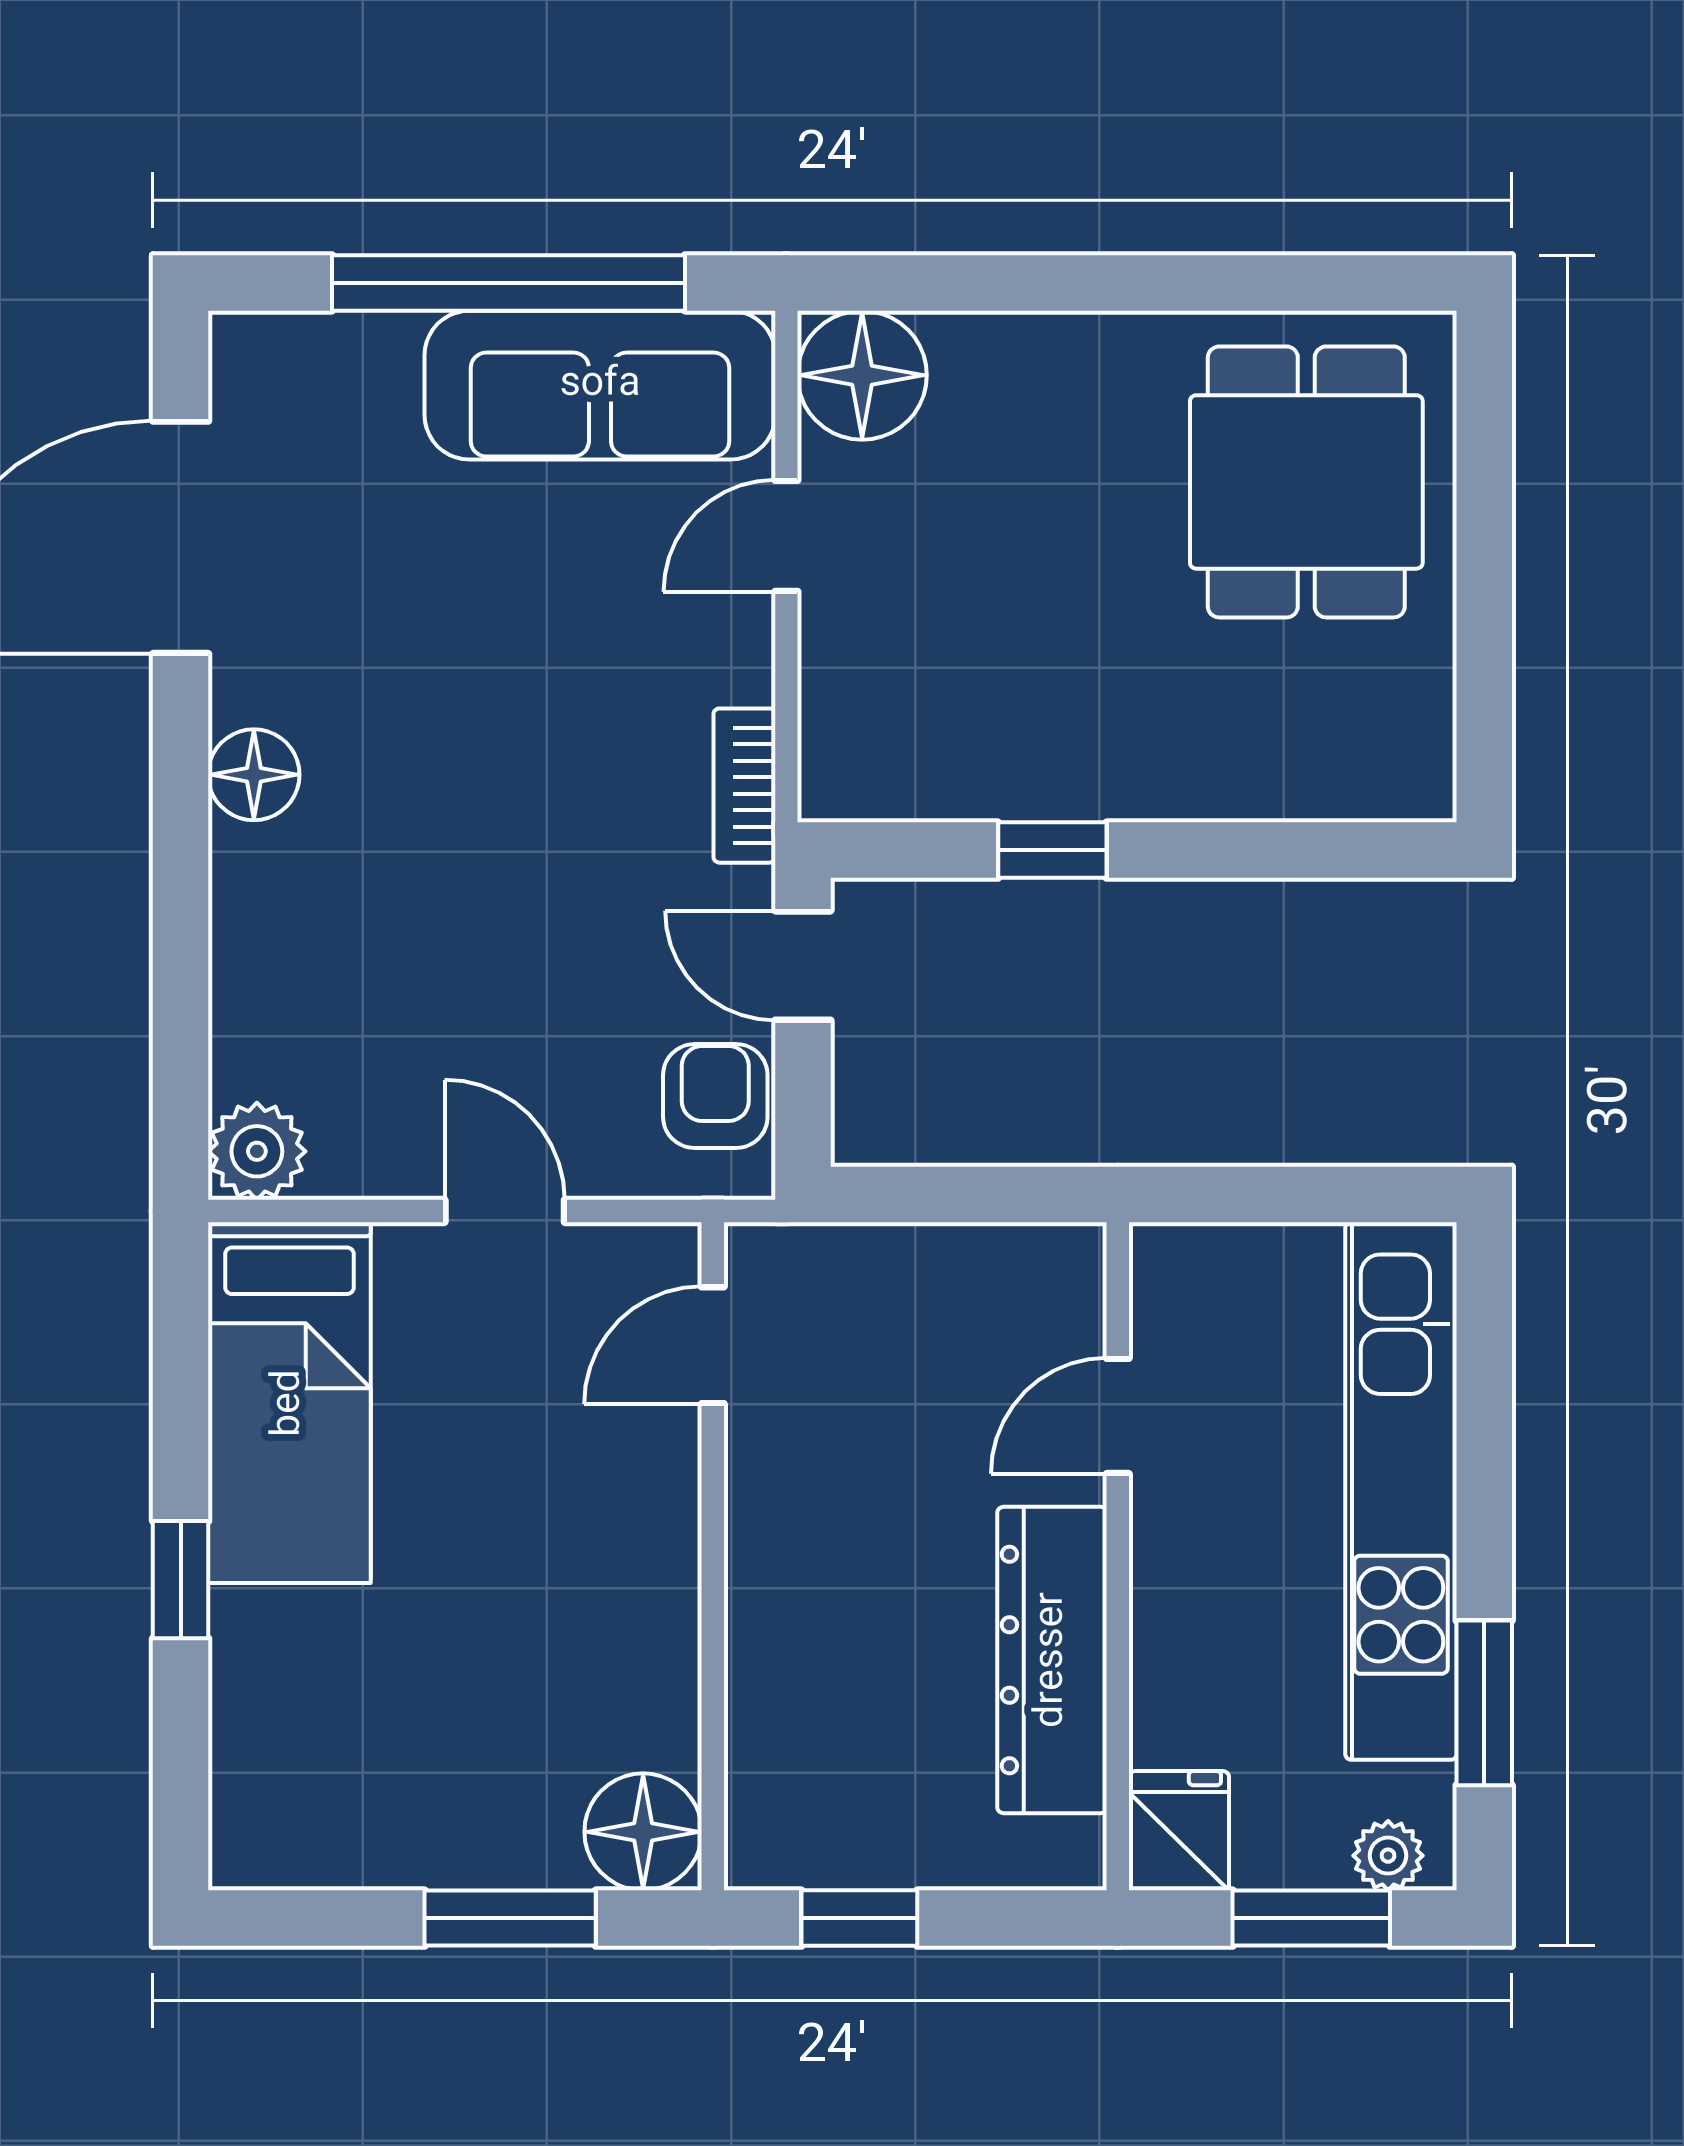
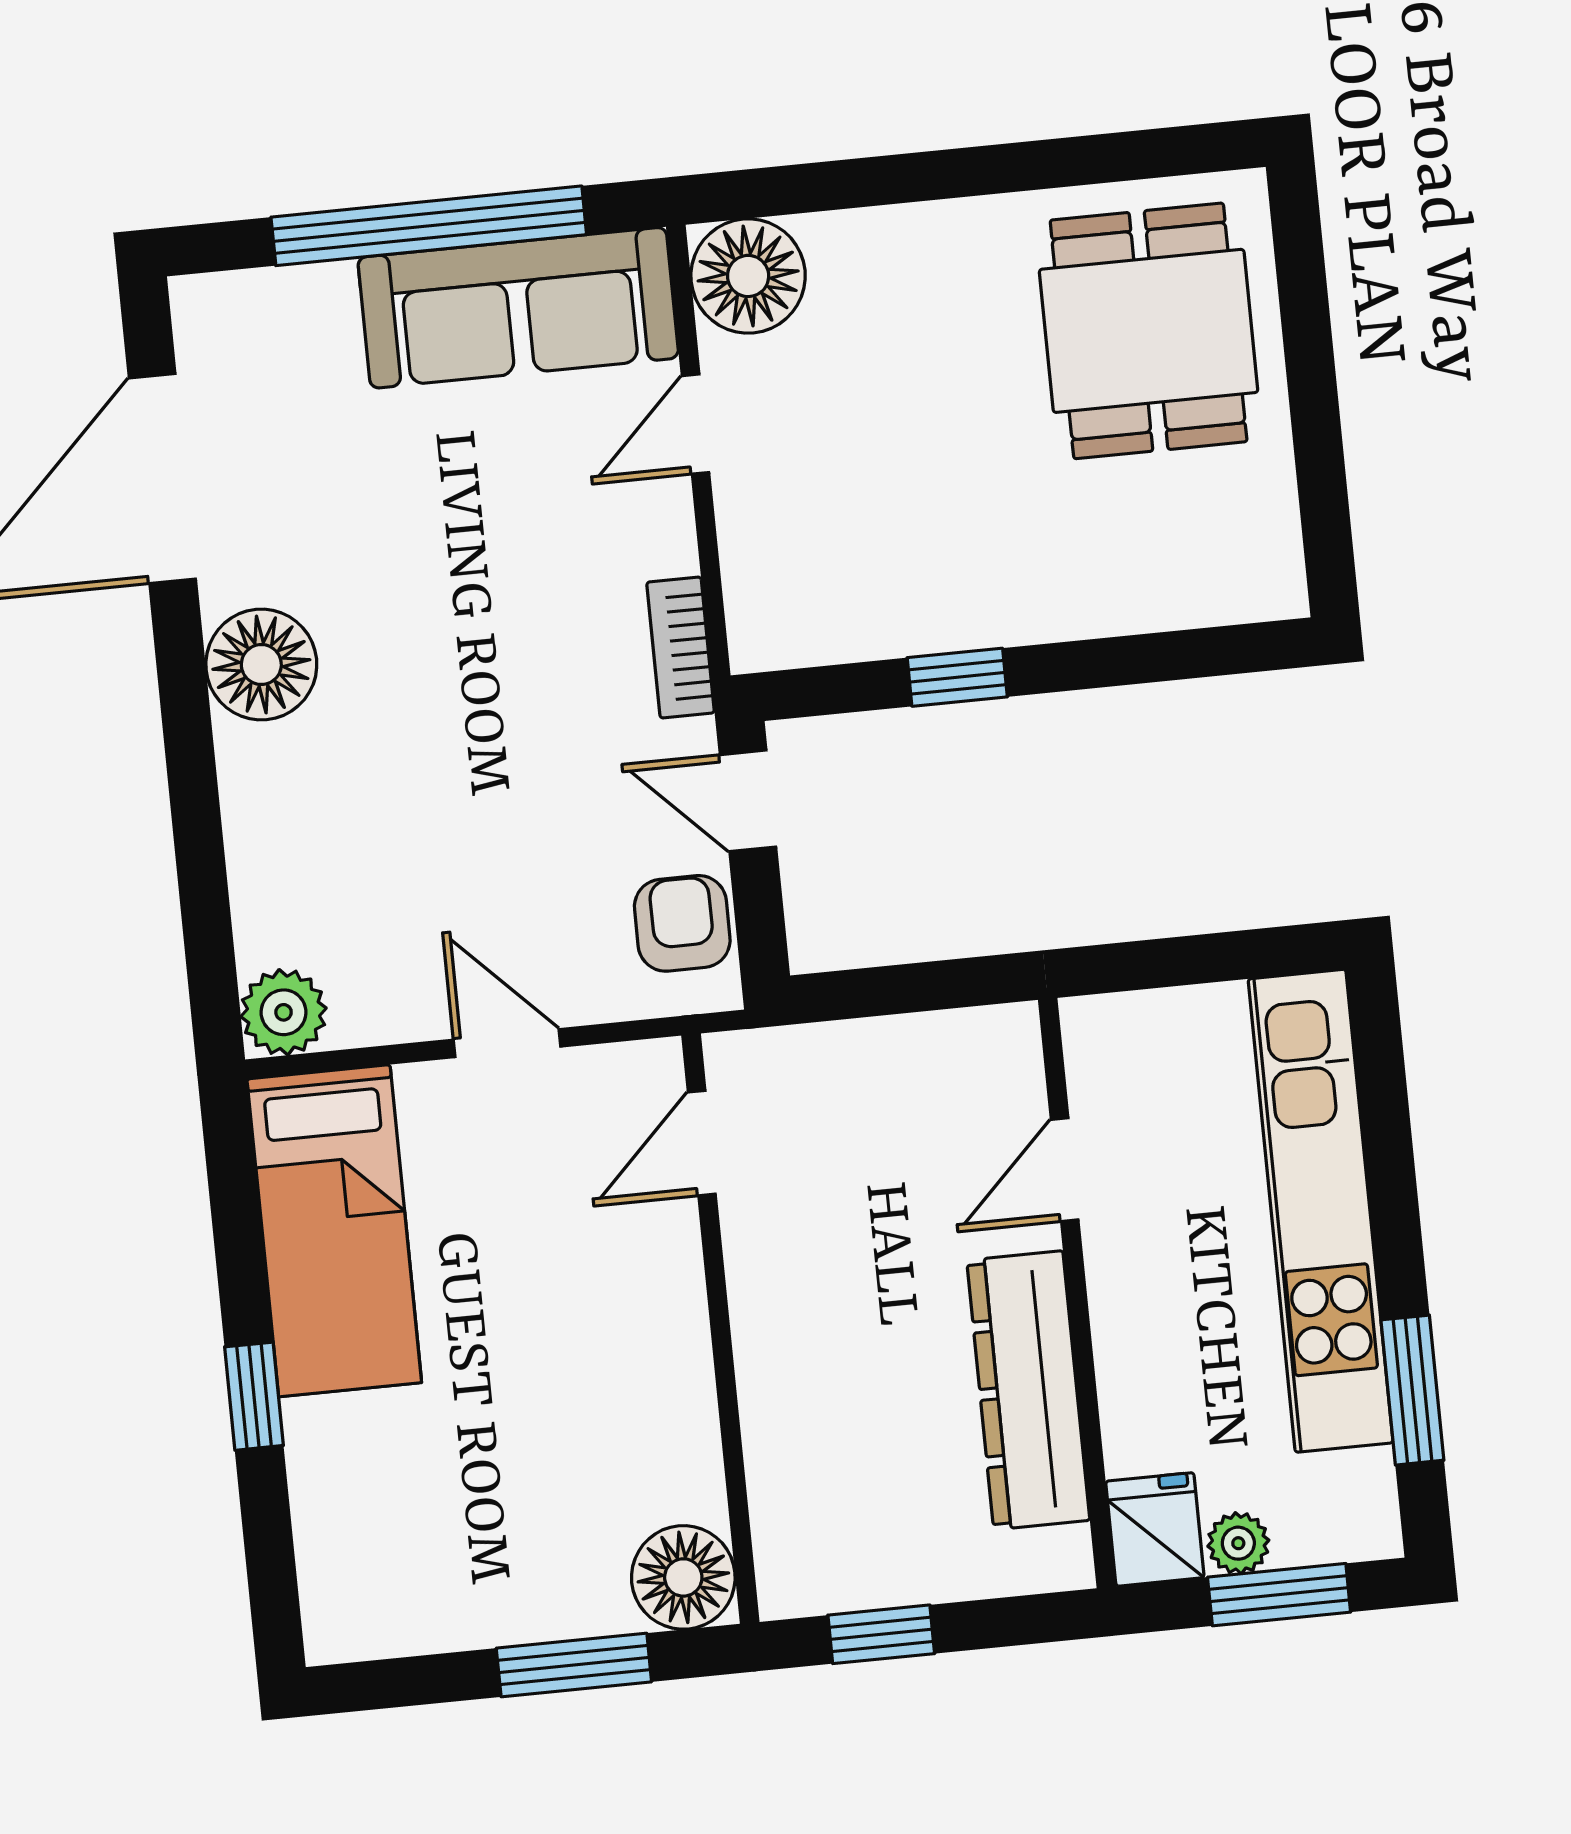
floor lamp: (254, 775) -> (261, 665), width x1.38, depth x1.38
plant: (1388, 1856) -> (1238, 1543), moved

